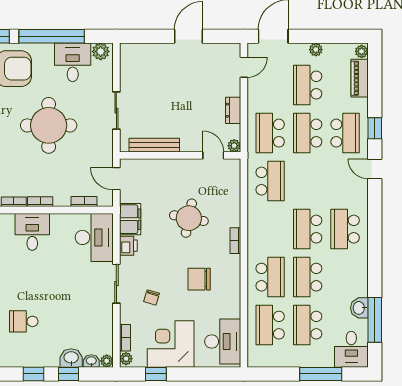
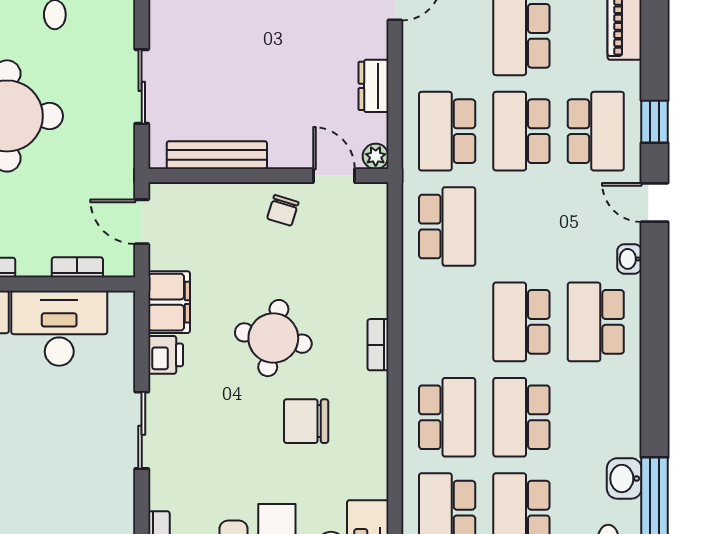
washbasin: (362, 197) -> (629, 259), added
round table: (189, 218) -> (273, 338), moved
desk: (94, 237) -> (59, 328), moved, turned -90
chair: (152, 297) -> (283, 210), moved

